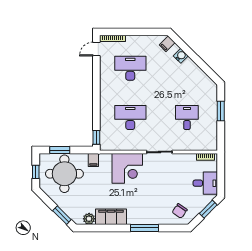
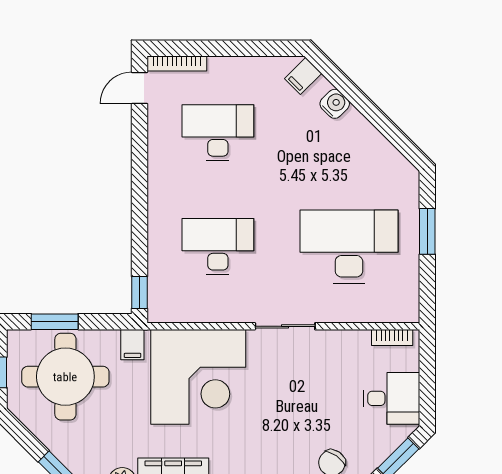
desk: (187, 118) -> (349, 247), width x1.87, depth x1.30
corner desk: (127, 168) -> (198, 377), width x1.36, depth x1.36

